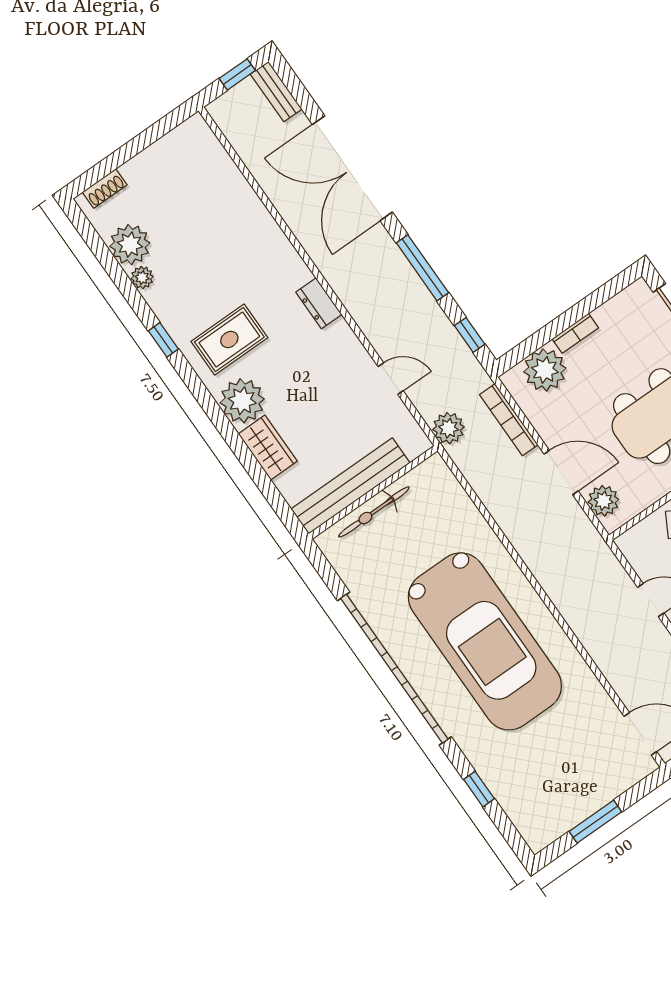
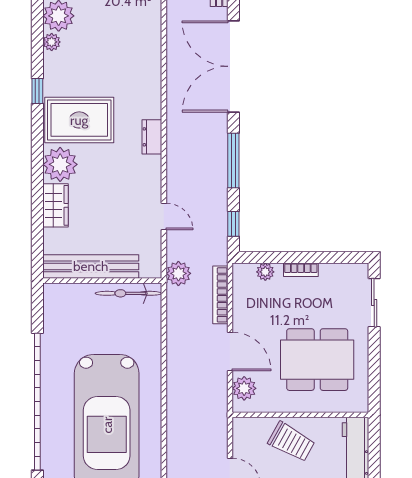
rug: (229, 340) -> (79, 120), width x1.36, depth x1.43
plant: (545, 370) -> (265, 272), width x0.53, depth x0.53
bicycle: (374, 512) -> (128, 293), moved

